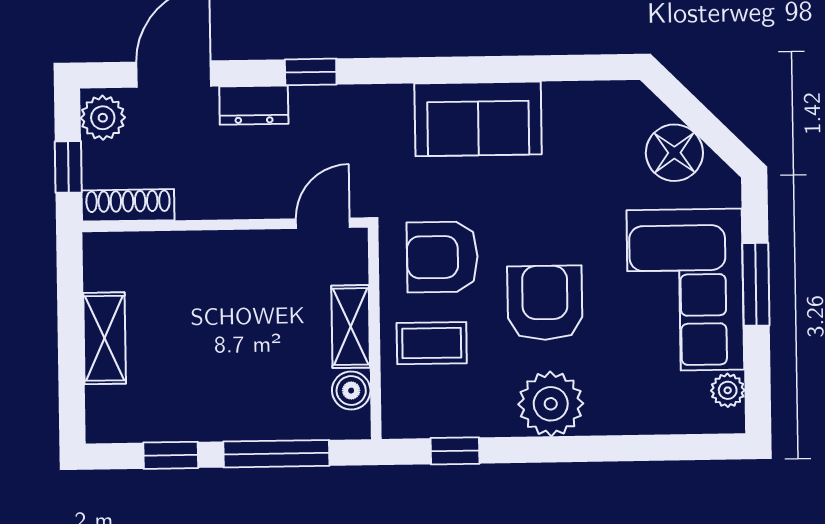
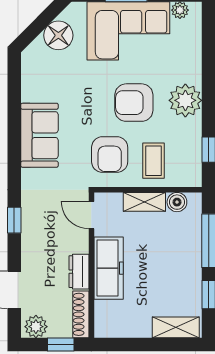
dresser: (254, 105) -> (79, 272), moved, turned 180
freezer: (220, 259) -> (109, 268), added
shelving: (105, 338) -> (176, 327), moved

